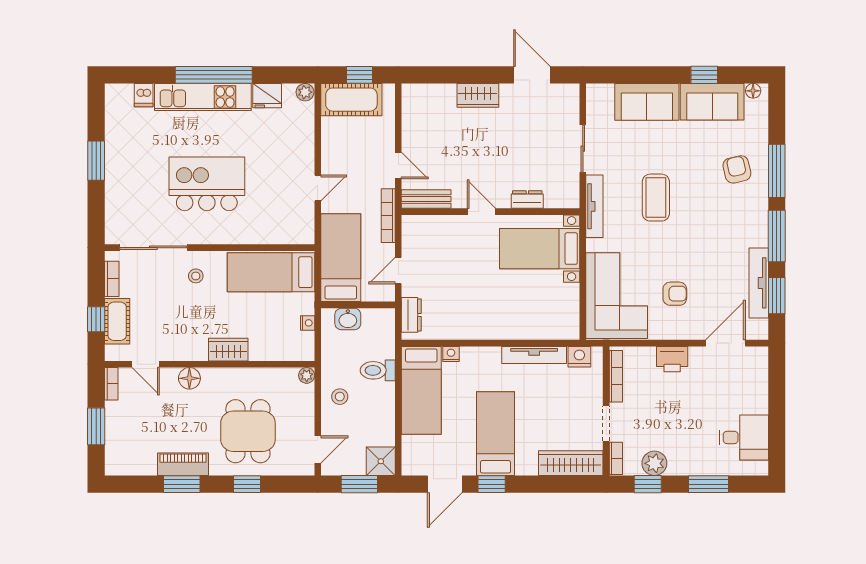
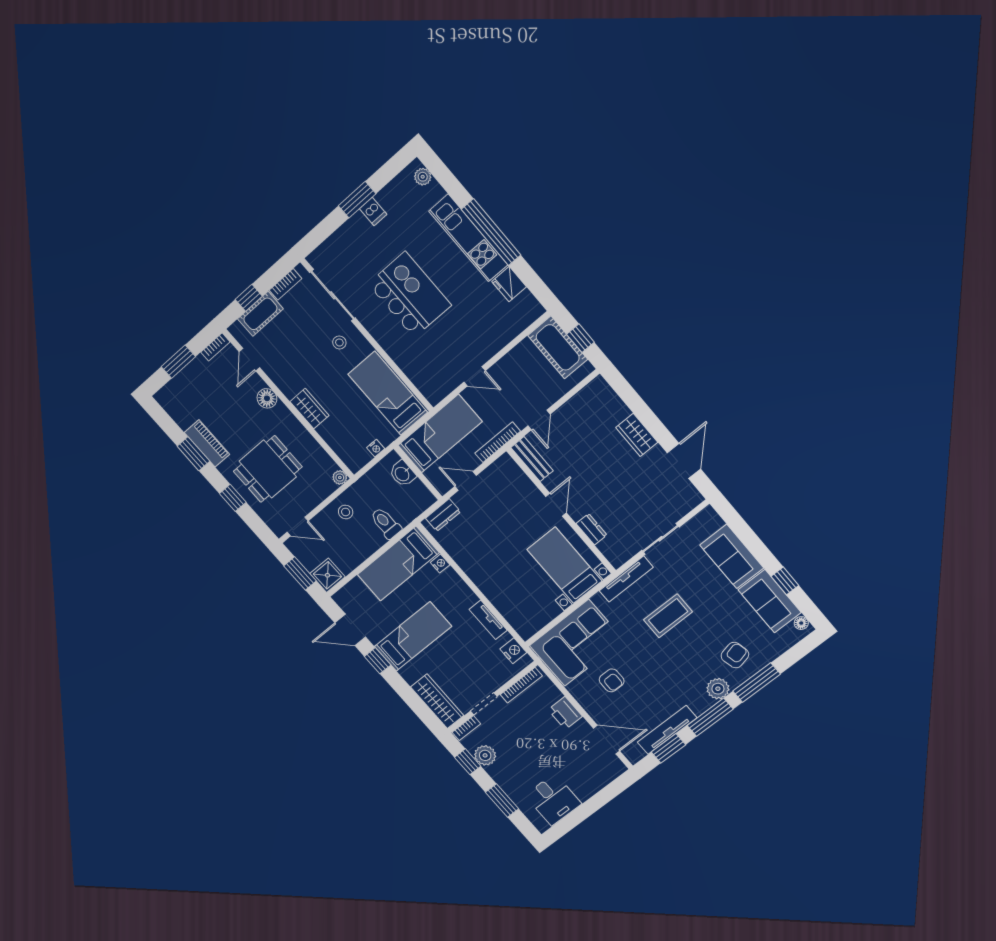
plant: (305, 92) -> (423, 177), moved
dishwasher: (144, 95) -> (373, 211), moved, turned -90
plant: (756, 208) -> (718, 689), added
tv unit: (534, 355) -> (488, 620), width x0.71

